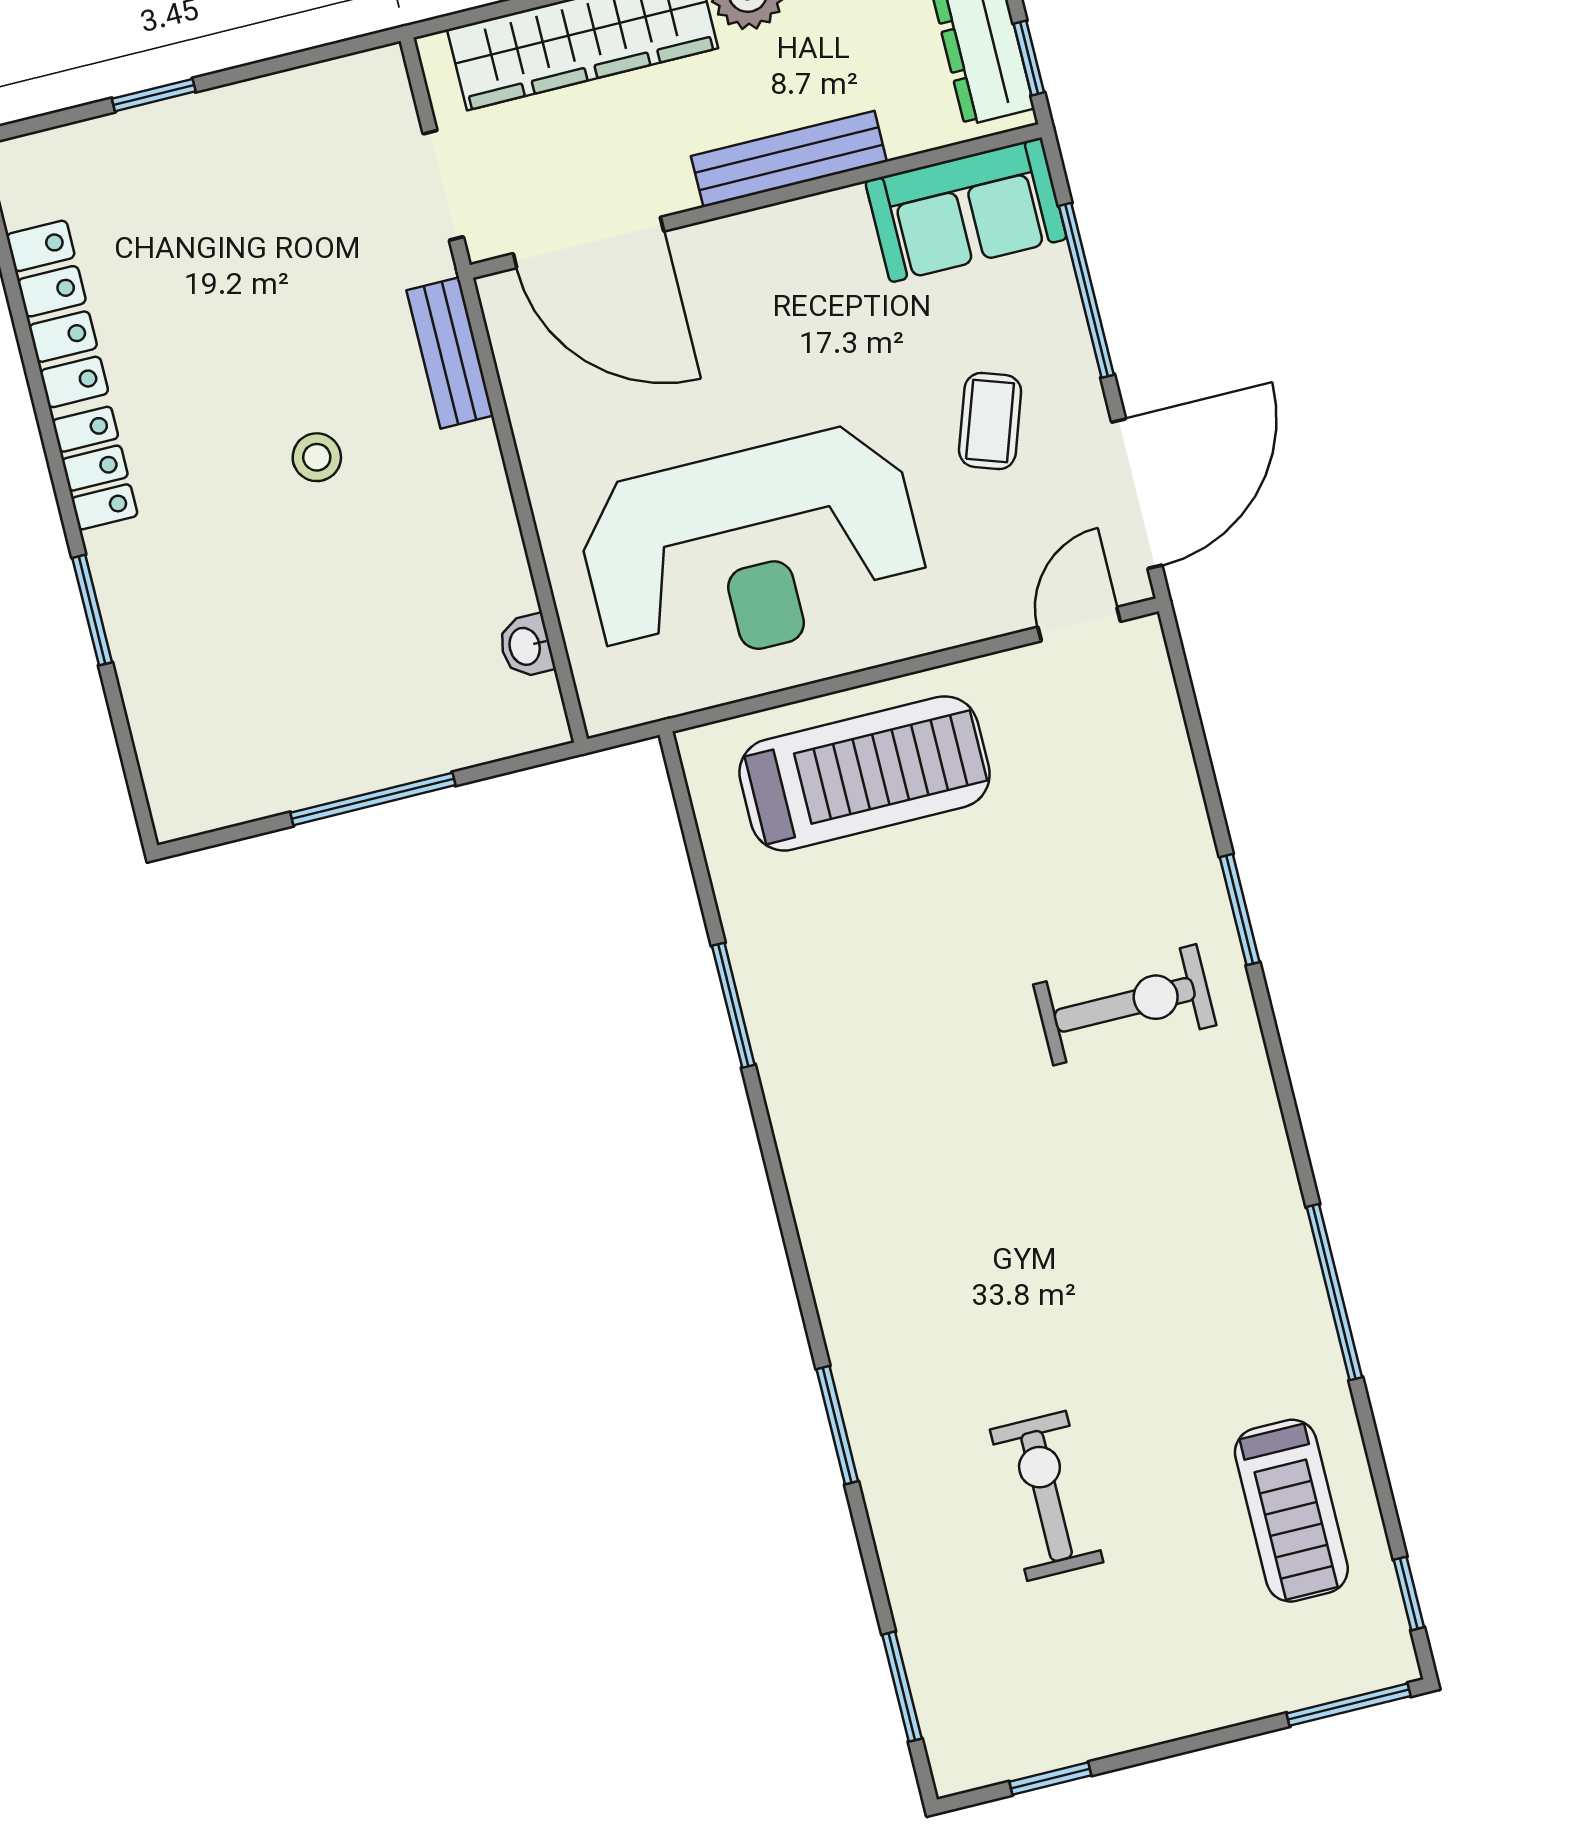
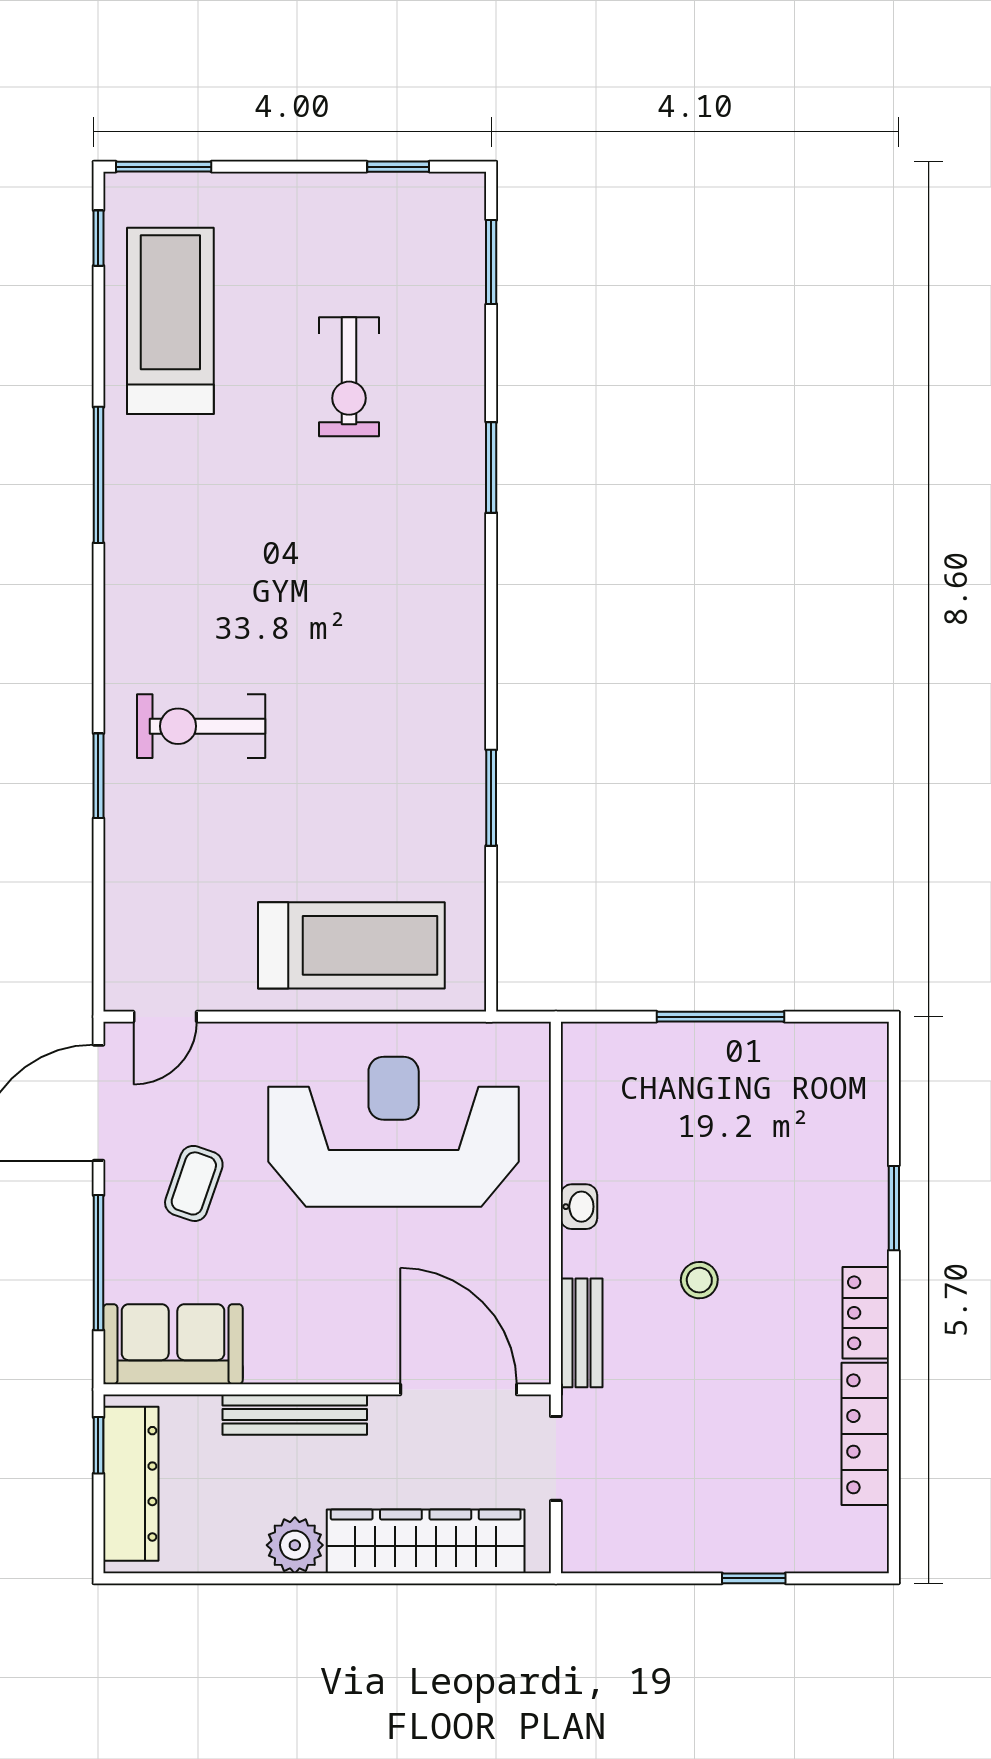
washbasin: (526, 646) -> (579, 1207), moved
treadmill: (865, 773) -> (351, 945), turned 180
treadmill: (1291, 1511) -> (170, 321), width x1.37, depth x1.38

